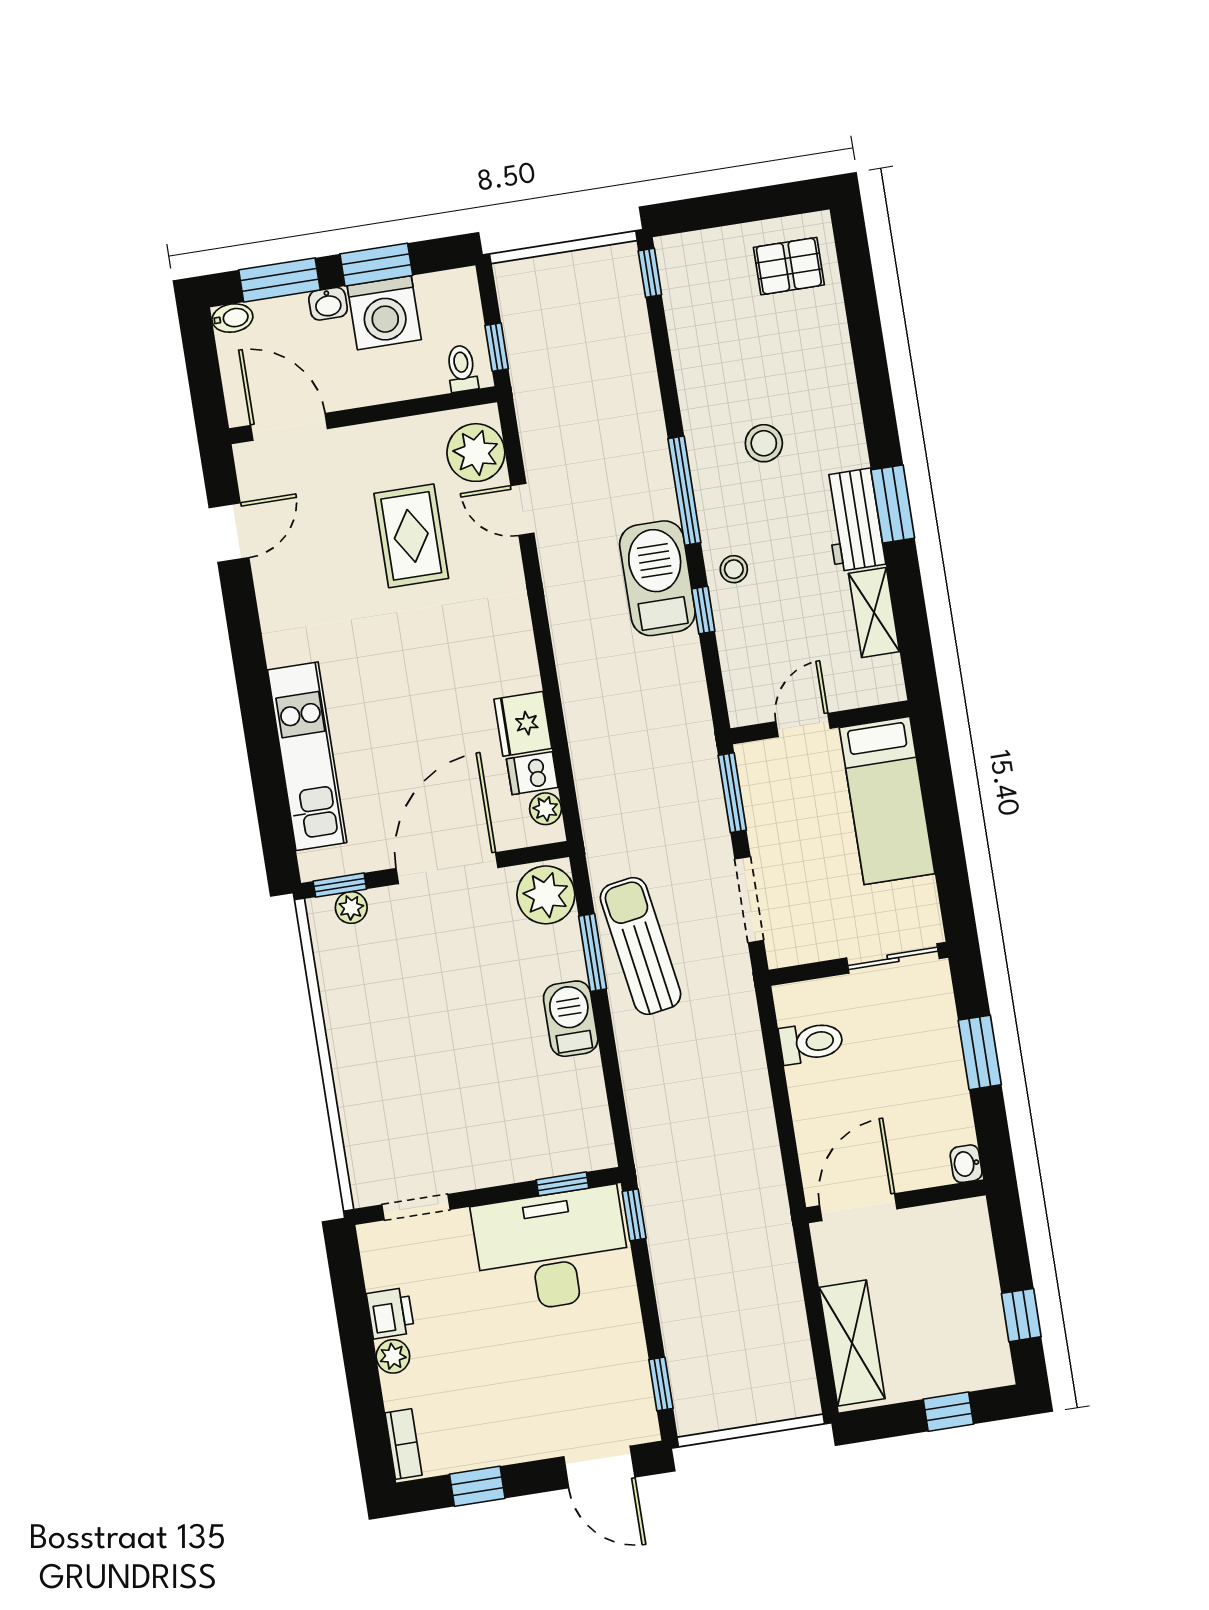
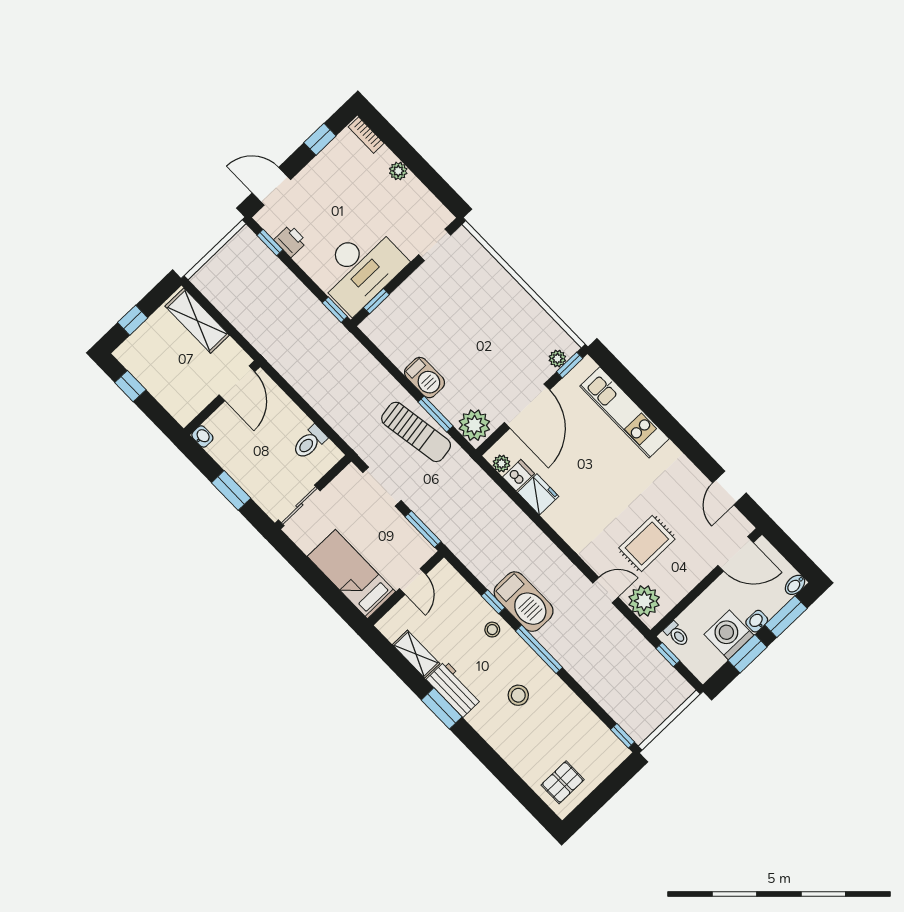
rug: (411, 536) -> (647, 543), turned 90
printer: (390, 1313) -> (290, 241), moved, turned 180

